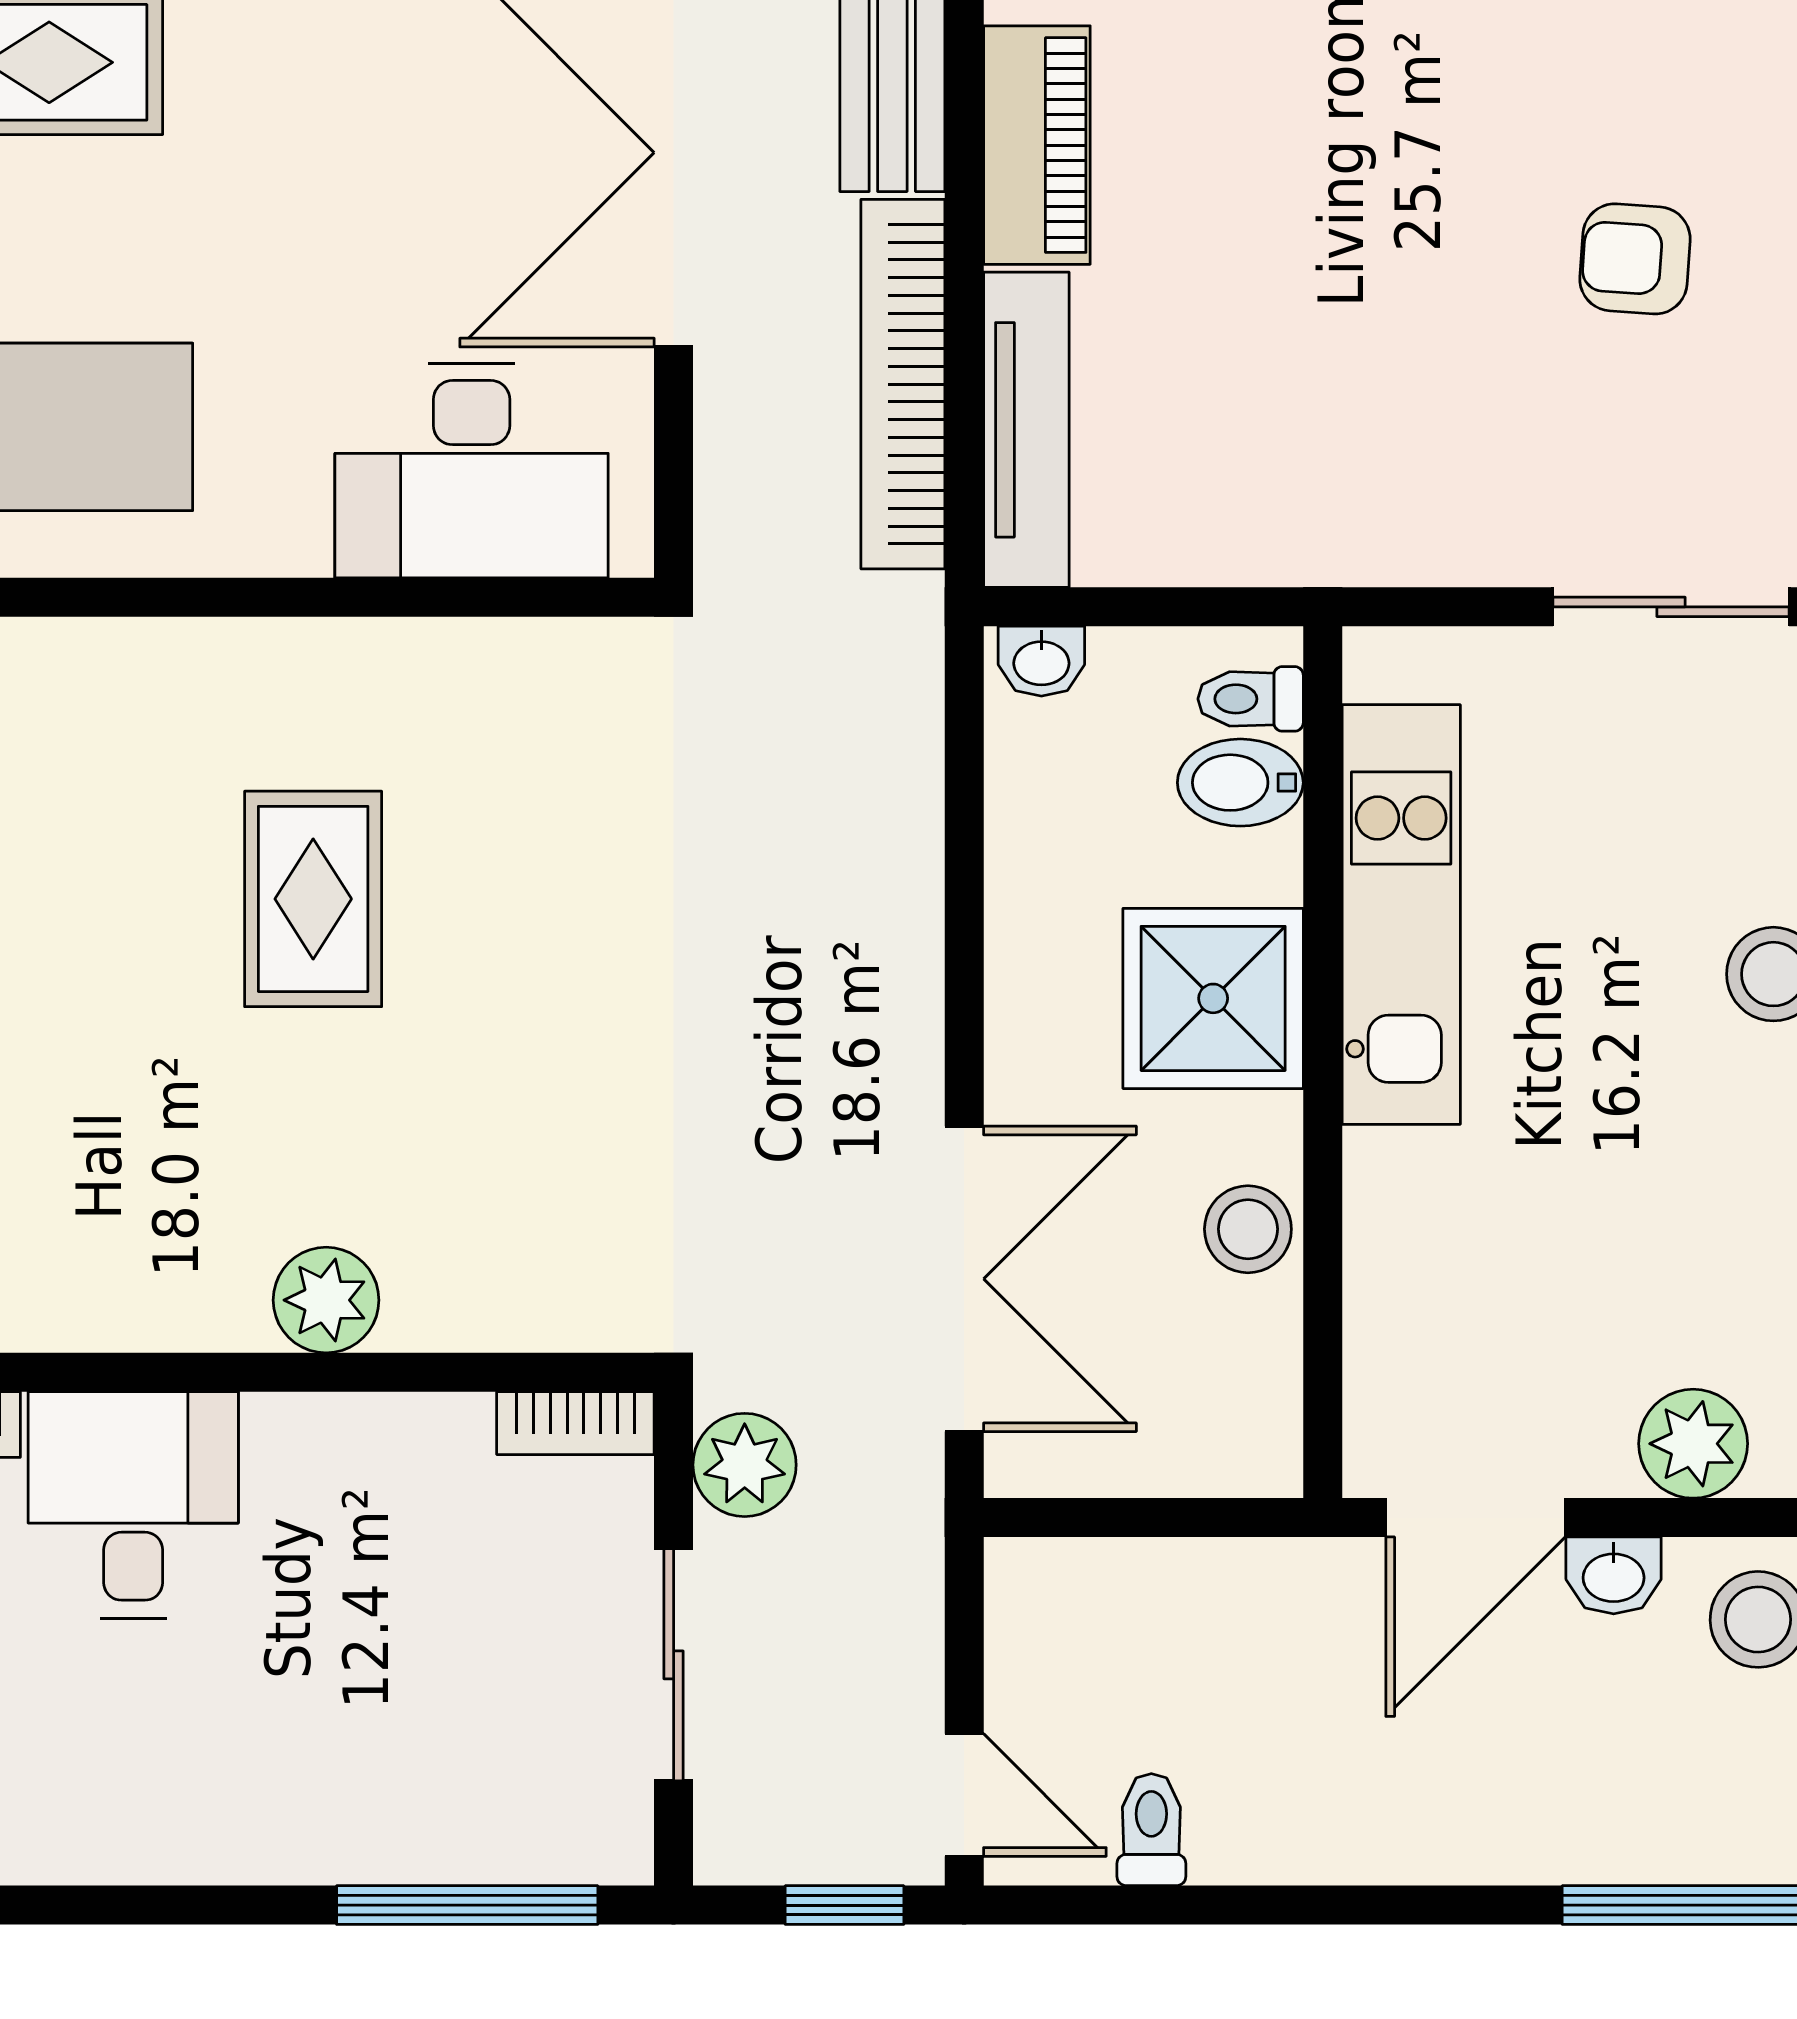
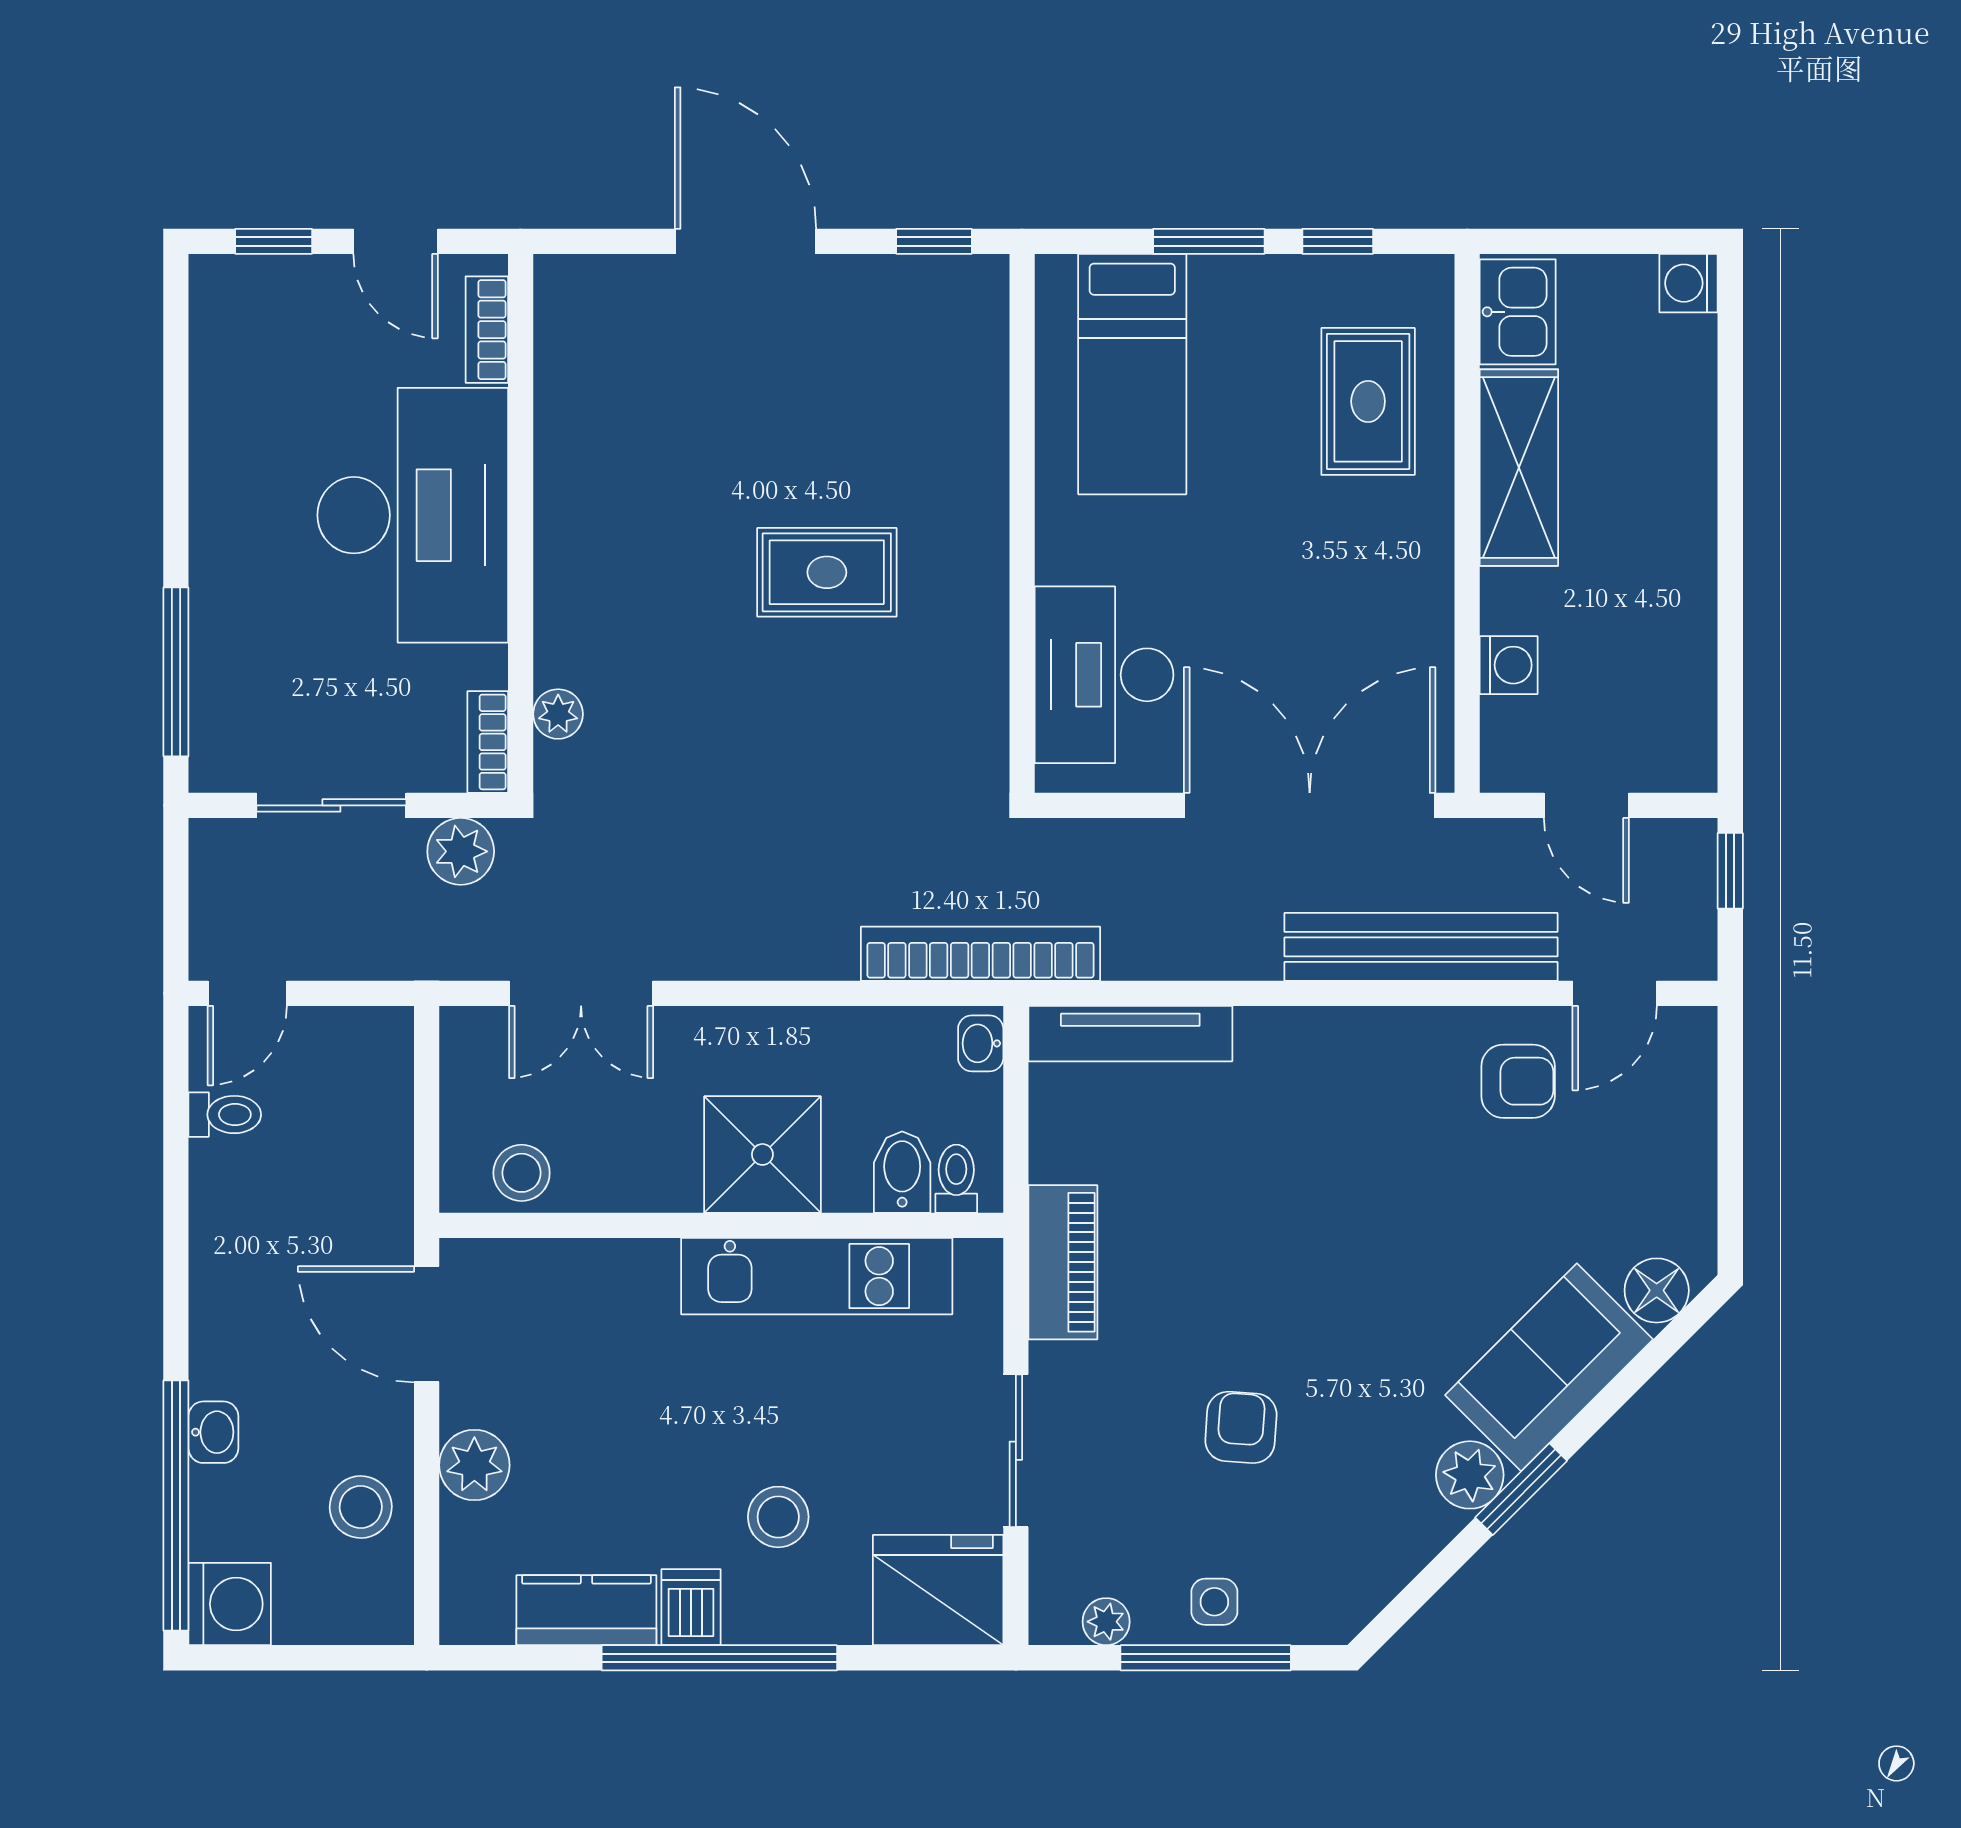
piano: (1037, 145) -> (1063, 1262), moved, turned -90
bookcase: (903, 384) -> (980, 954), moved
stool: (1248, 1229) -> (522, 1173), moved
double door: (964, 1279) -> (581, 993), width x0.73
plant: (326, 1300) -> (558, 714), moved, width x0.73, depth x0.73
desk: (133, 1505) -> (413, 515), width x1.87, depth x1.30
washbasin: (1614, 1575) -> (213, 1432), moved, turned 180
window: (845, 1905) -> (176, 916), removed

